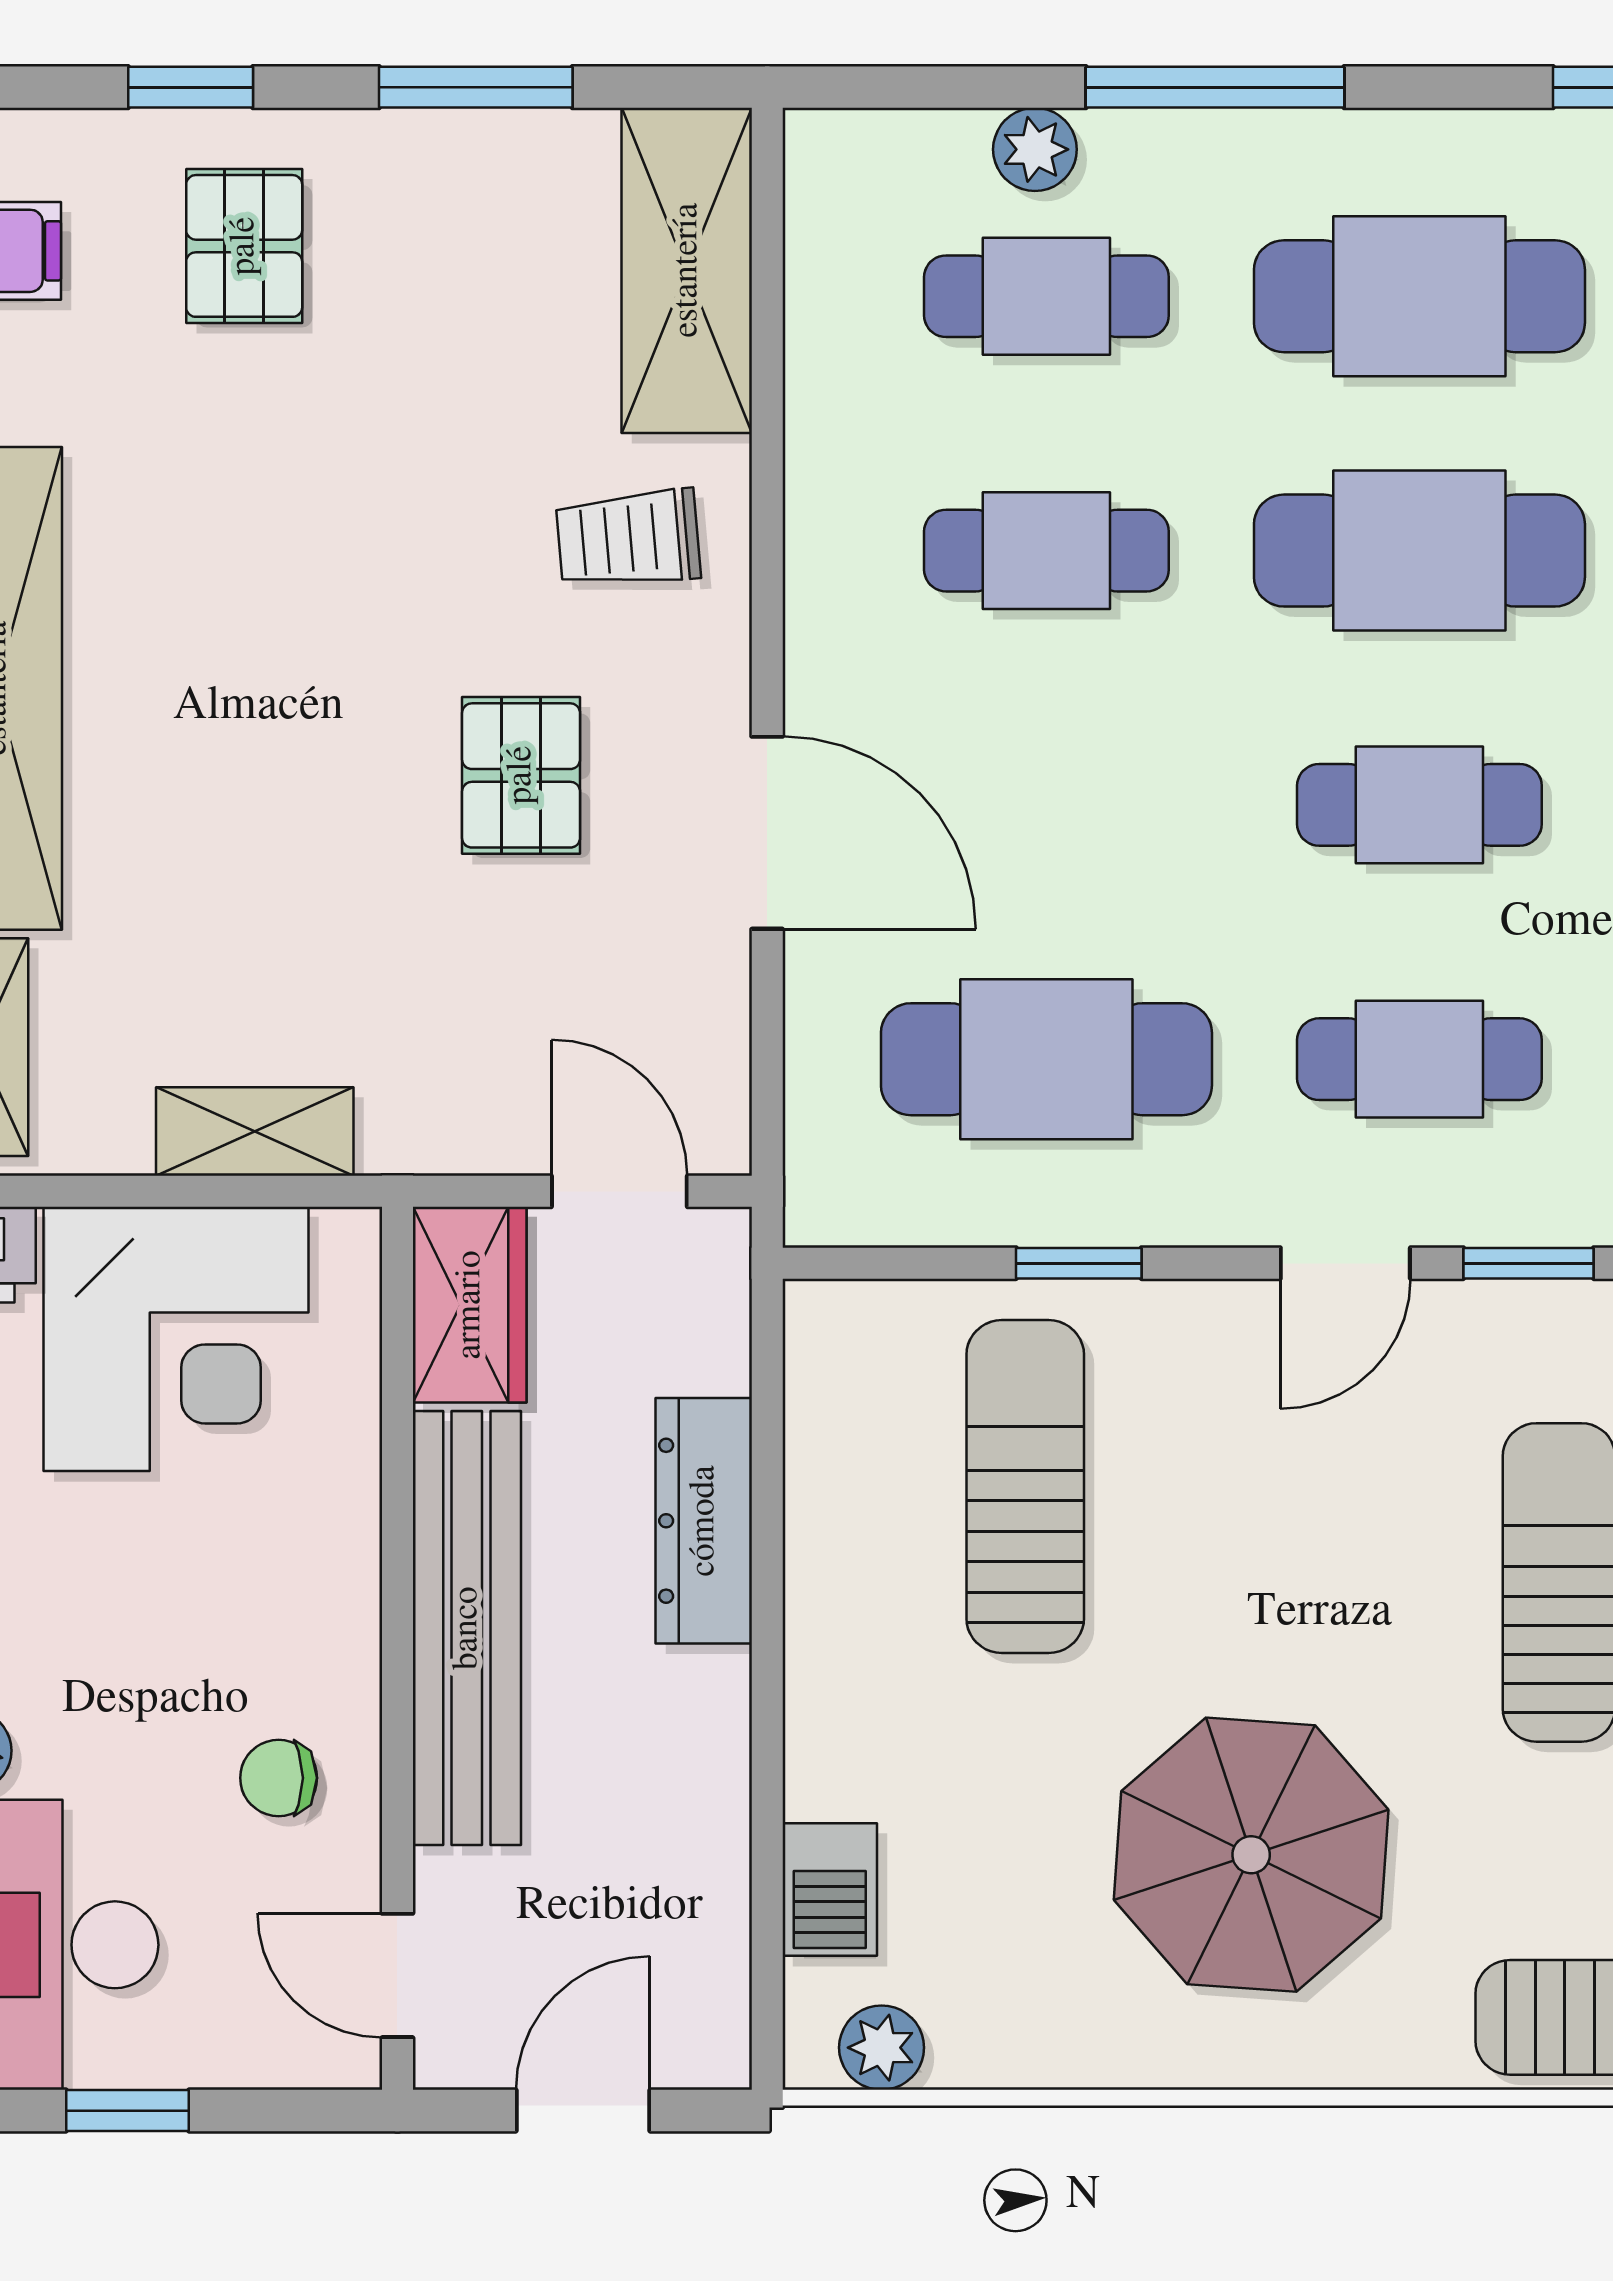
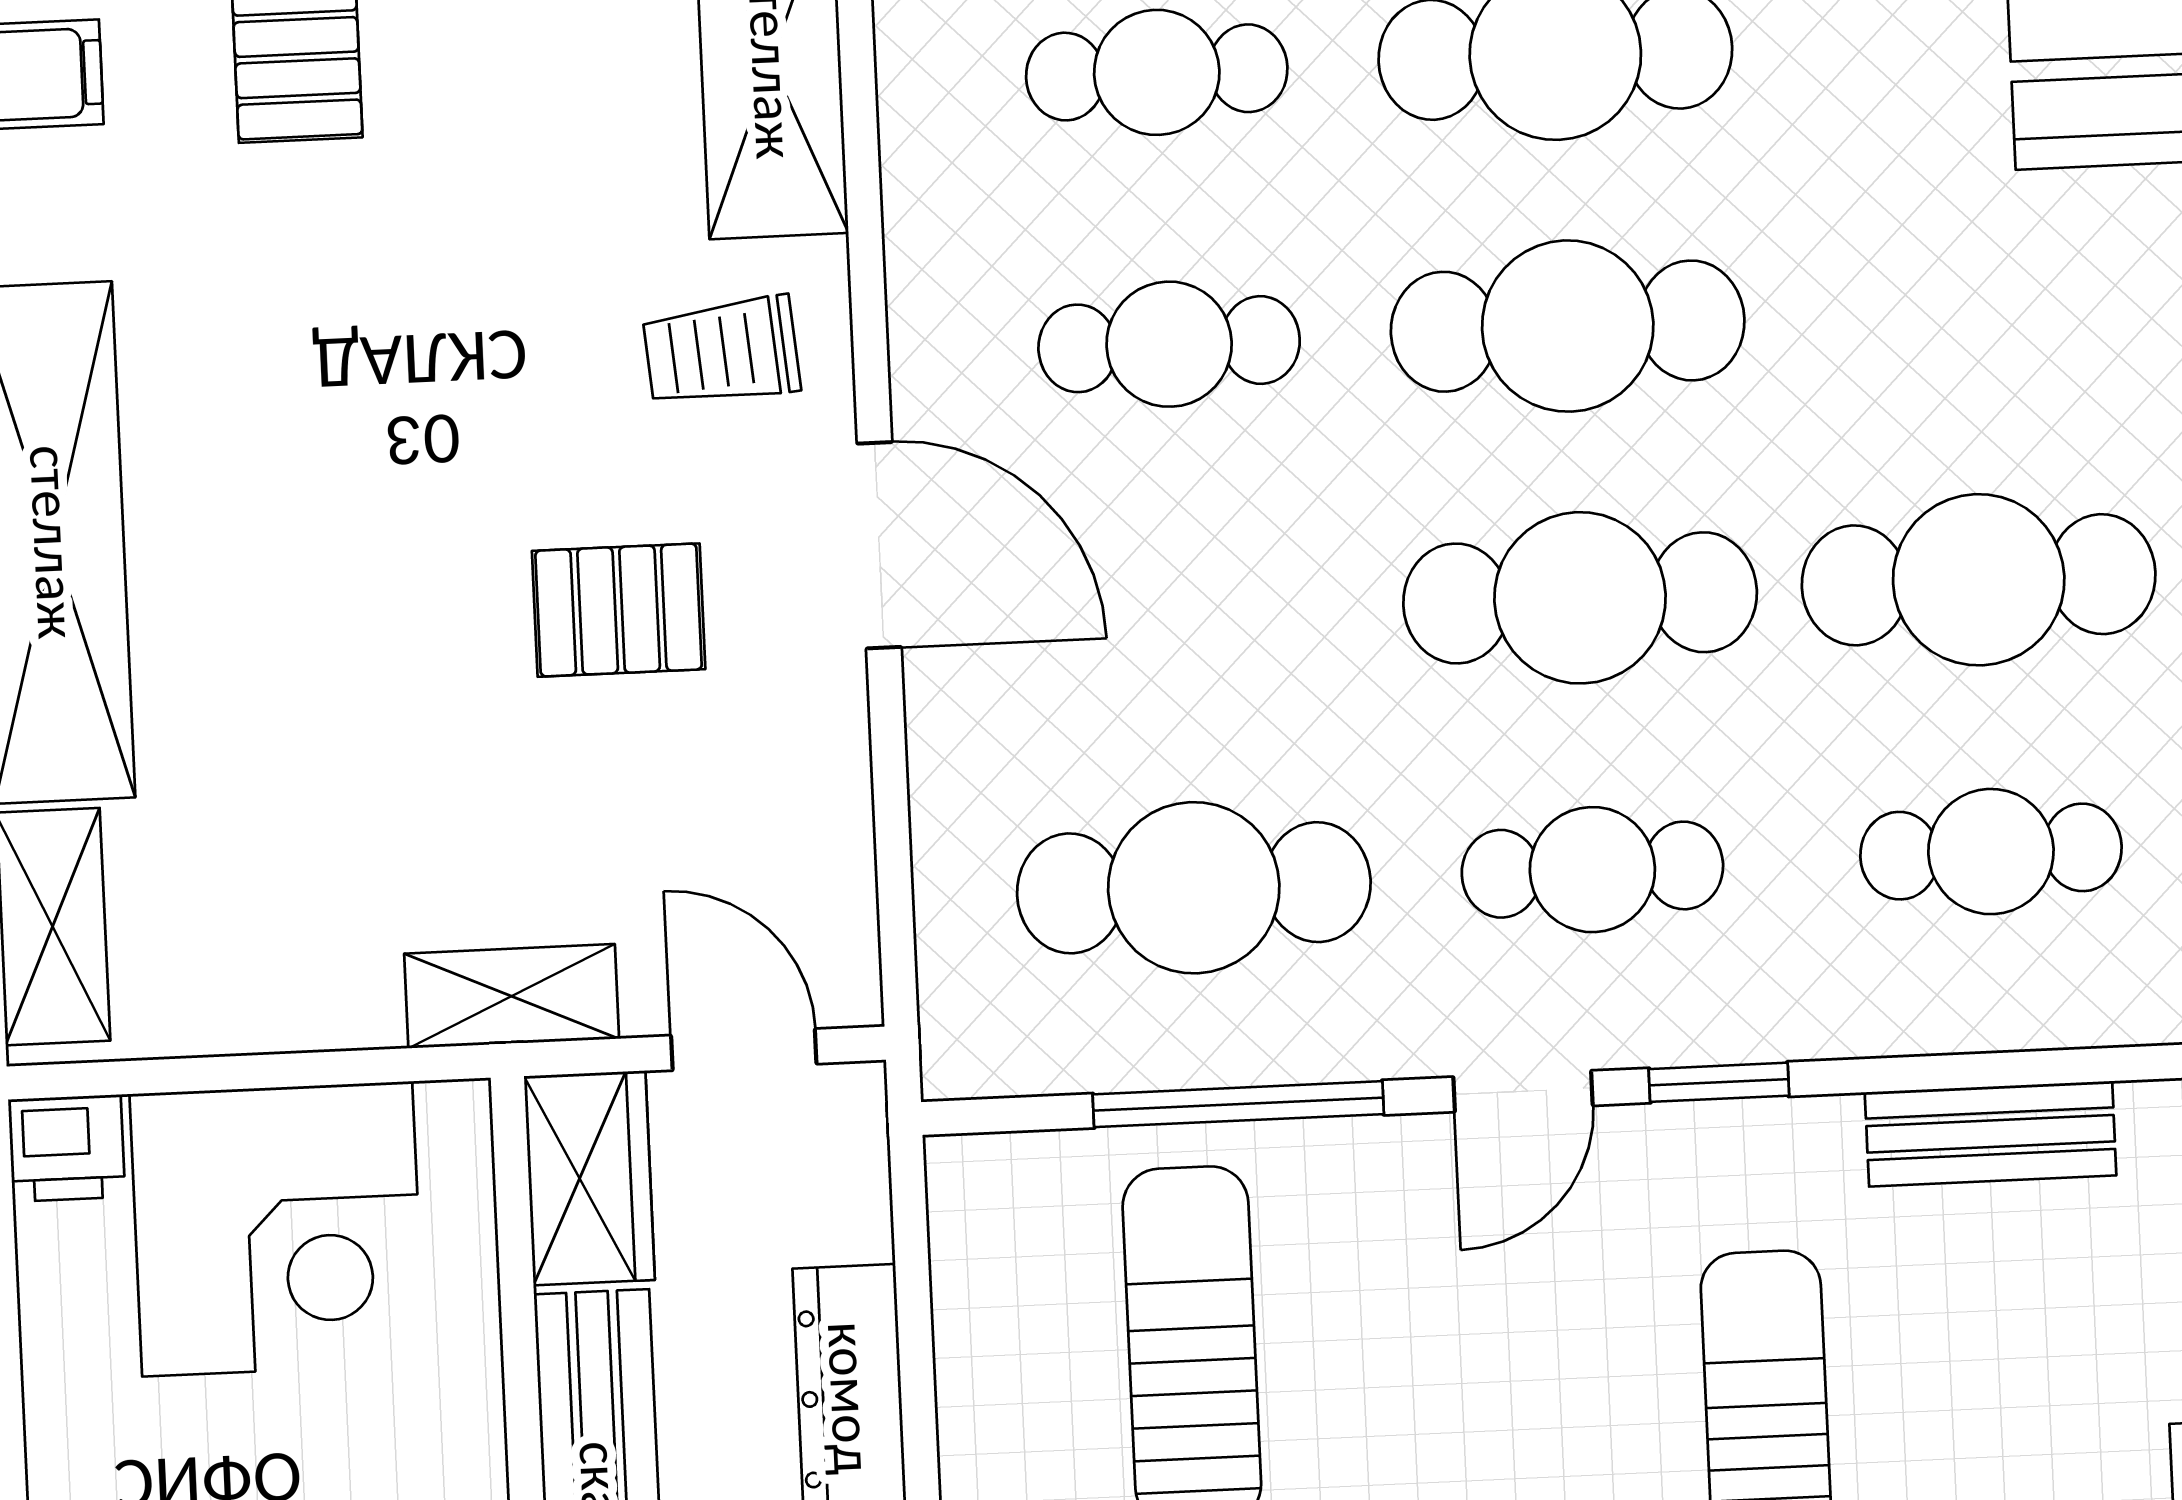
pallet: (521, 775) -> (619, 610), turned 90
cafe table: (1419, 805) -> (1580, 598), width x1.37, depth x1.35
door: (767, 833) -> (879, 545), moved
shelving: (255, 1132) -> (512, 996), moved
window: (1079, 1263) -> (1238, 1104), width x2.17

